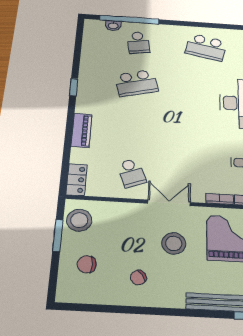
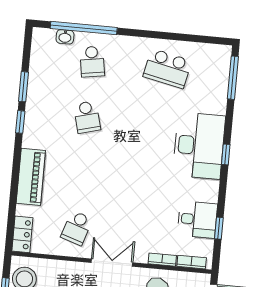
window: (76, 61) -> (24, 87), added
school desk: (136, 83) -> (87, 117), width x0.54
piano: (81, 130) -> (31, 177), width x1.37, depth x1.33
school desk: (131, 173) -> (77, 228), turned 39

